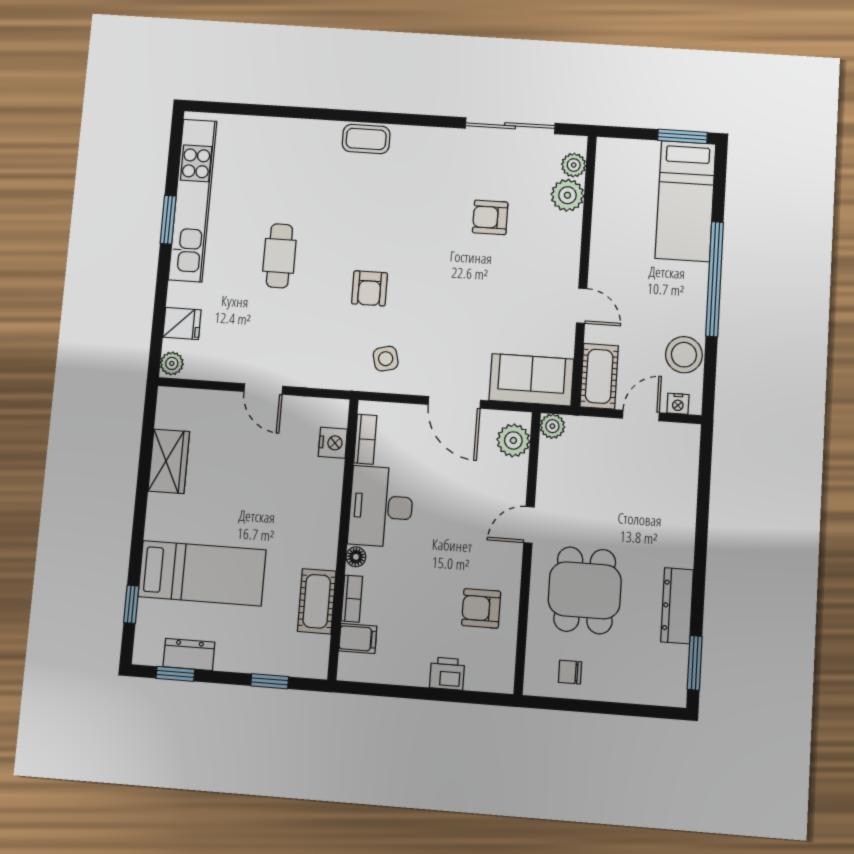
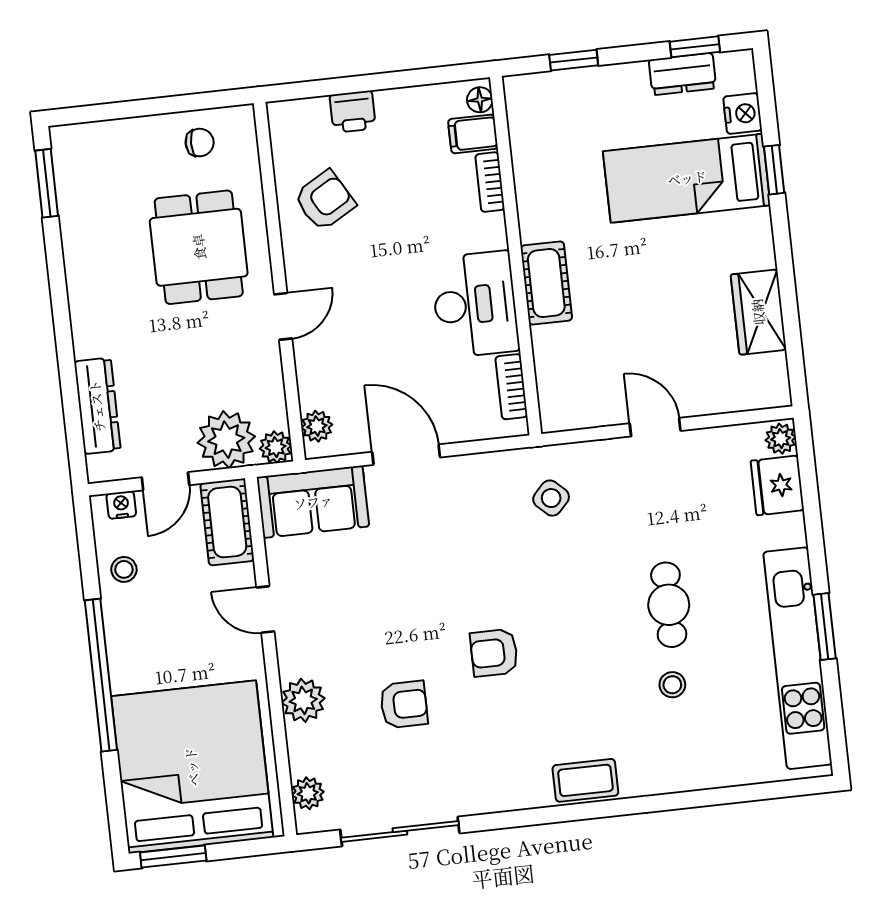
plant: (567, 195) -> (303, 700), moved
stool: (288, 197) -> (672, 685), added
bed: (685, 201) -> (192, 767), width x2.04
armchair: (370, 288) -> (494, 653), moved, turned -90
fridge: (182, 323) -> (777, 485), width x1.38
stool: (684, 355) -> (124, 569), width x0.53, depth x0.53
side table: (386, 359) -> (551, 498), moved, turned -33
plant: (589, 439) -> (226, 440), added
plant: (513, 440) -> (317, 426), width x0.73, depth x0.73
nightstand: (333, 443) -> (743, 114), moved, turned 180
floor lamp: (356, 557) -> (480, 100), moved
cot: (317, 601) -> (546, 283), moved
window: (131, 604) -> (774, 170), moved
dresser: (677, 606) -> (97, 406), moved
armchair: (481, 608) -> (325, 200), turned -30

